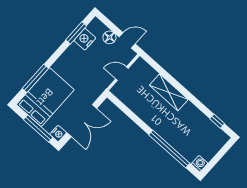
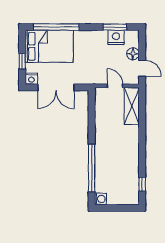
window: (35, 78) -> (56, 27), width x1.46
shelving: (169, 92) -> (132, 106), moved
window: (38, 128) -> (22, 61), width x0.46

